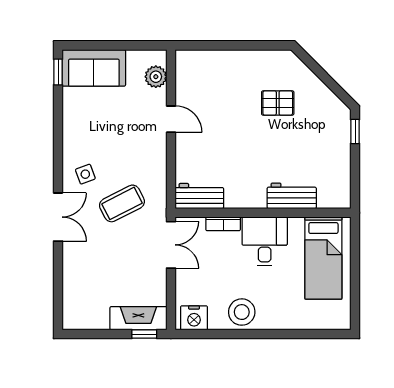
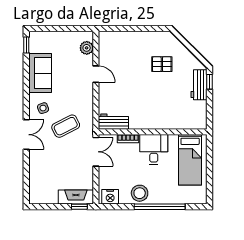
sofa: (94, 68) -> (40, 73), moved, turned -90
workbench: (292, 196) -> (199, 85), moved, turned -90
window: (274, 334) -> (160, 207), added

